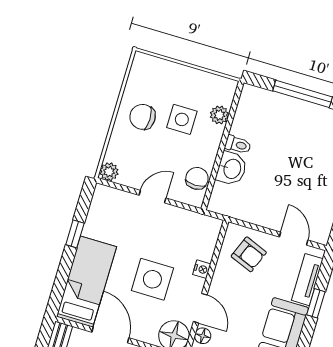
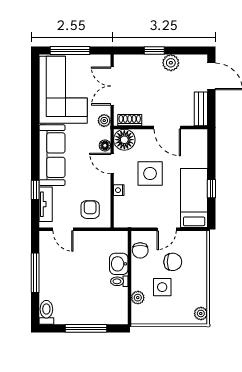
chair: (143, 117) -> (173, 262), moved
plant: (109, 172) -> (201, 313), moved
armchair: (249, 254) -> (90, 210), turned 68
bed: (86, 282) -> (194, 198), moved, turned 180

